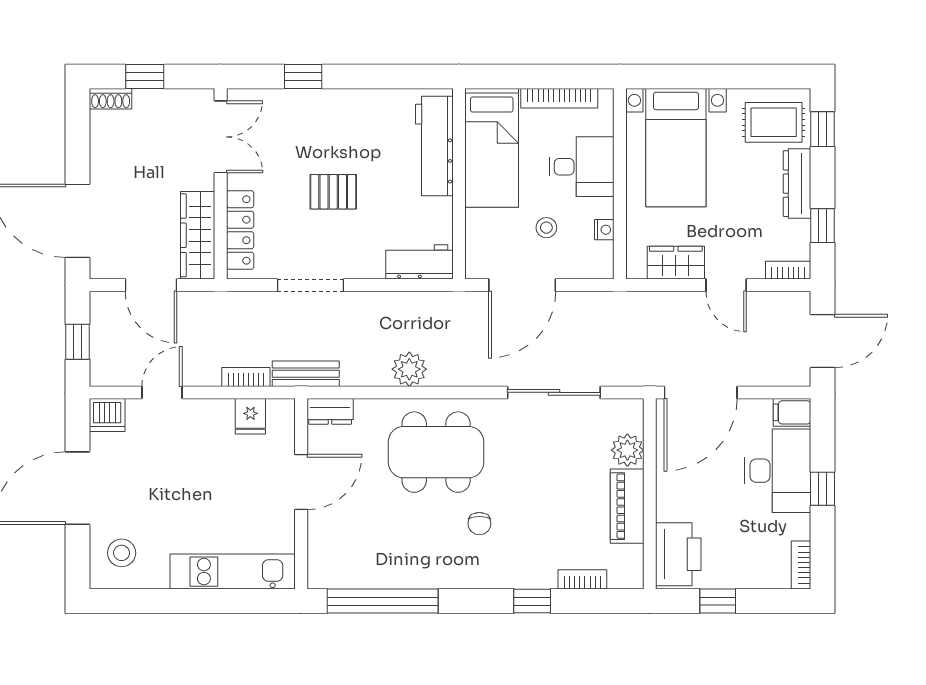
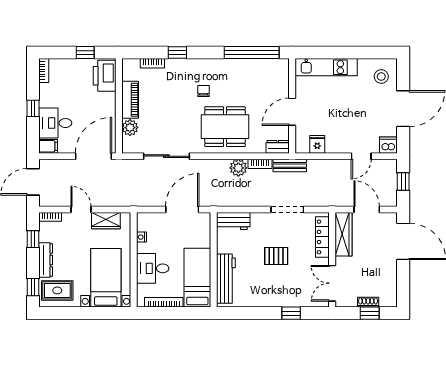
shoe rack: (111, 99) -> (368, 302), moved
stool: (546, 228) -> (170, 238), removed
bookcase: (246, 377) -> (260, 164), moved
desk: (778, 471) -> (55, 123), width x0.73

